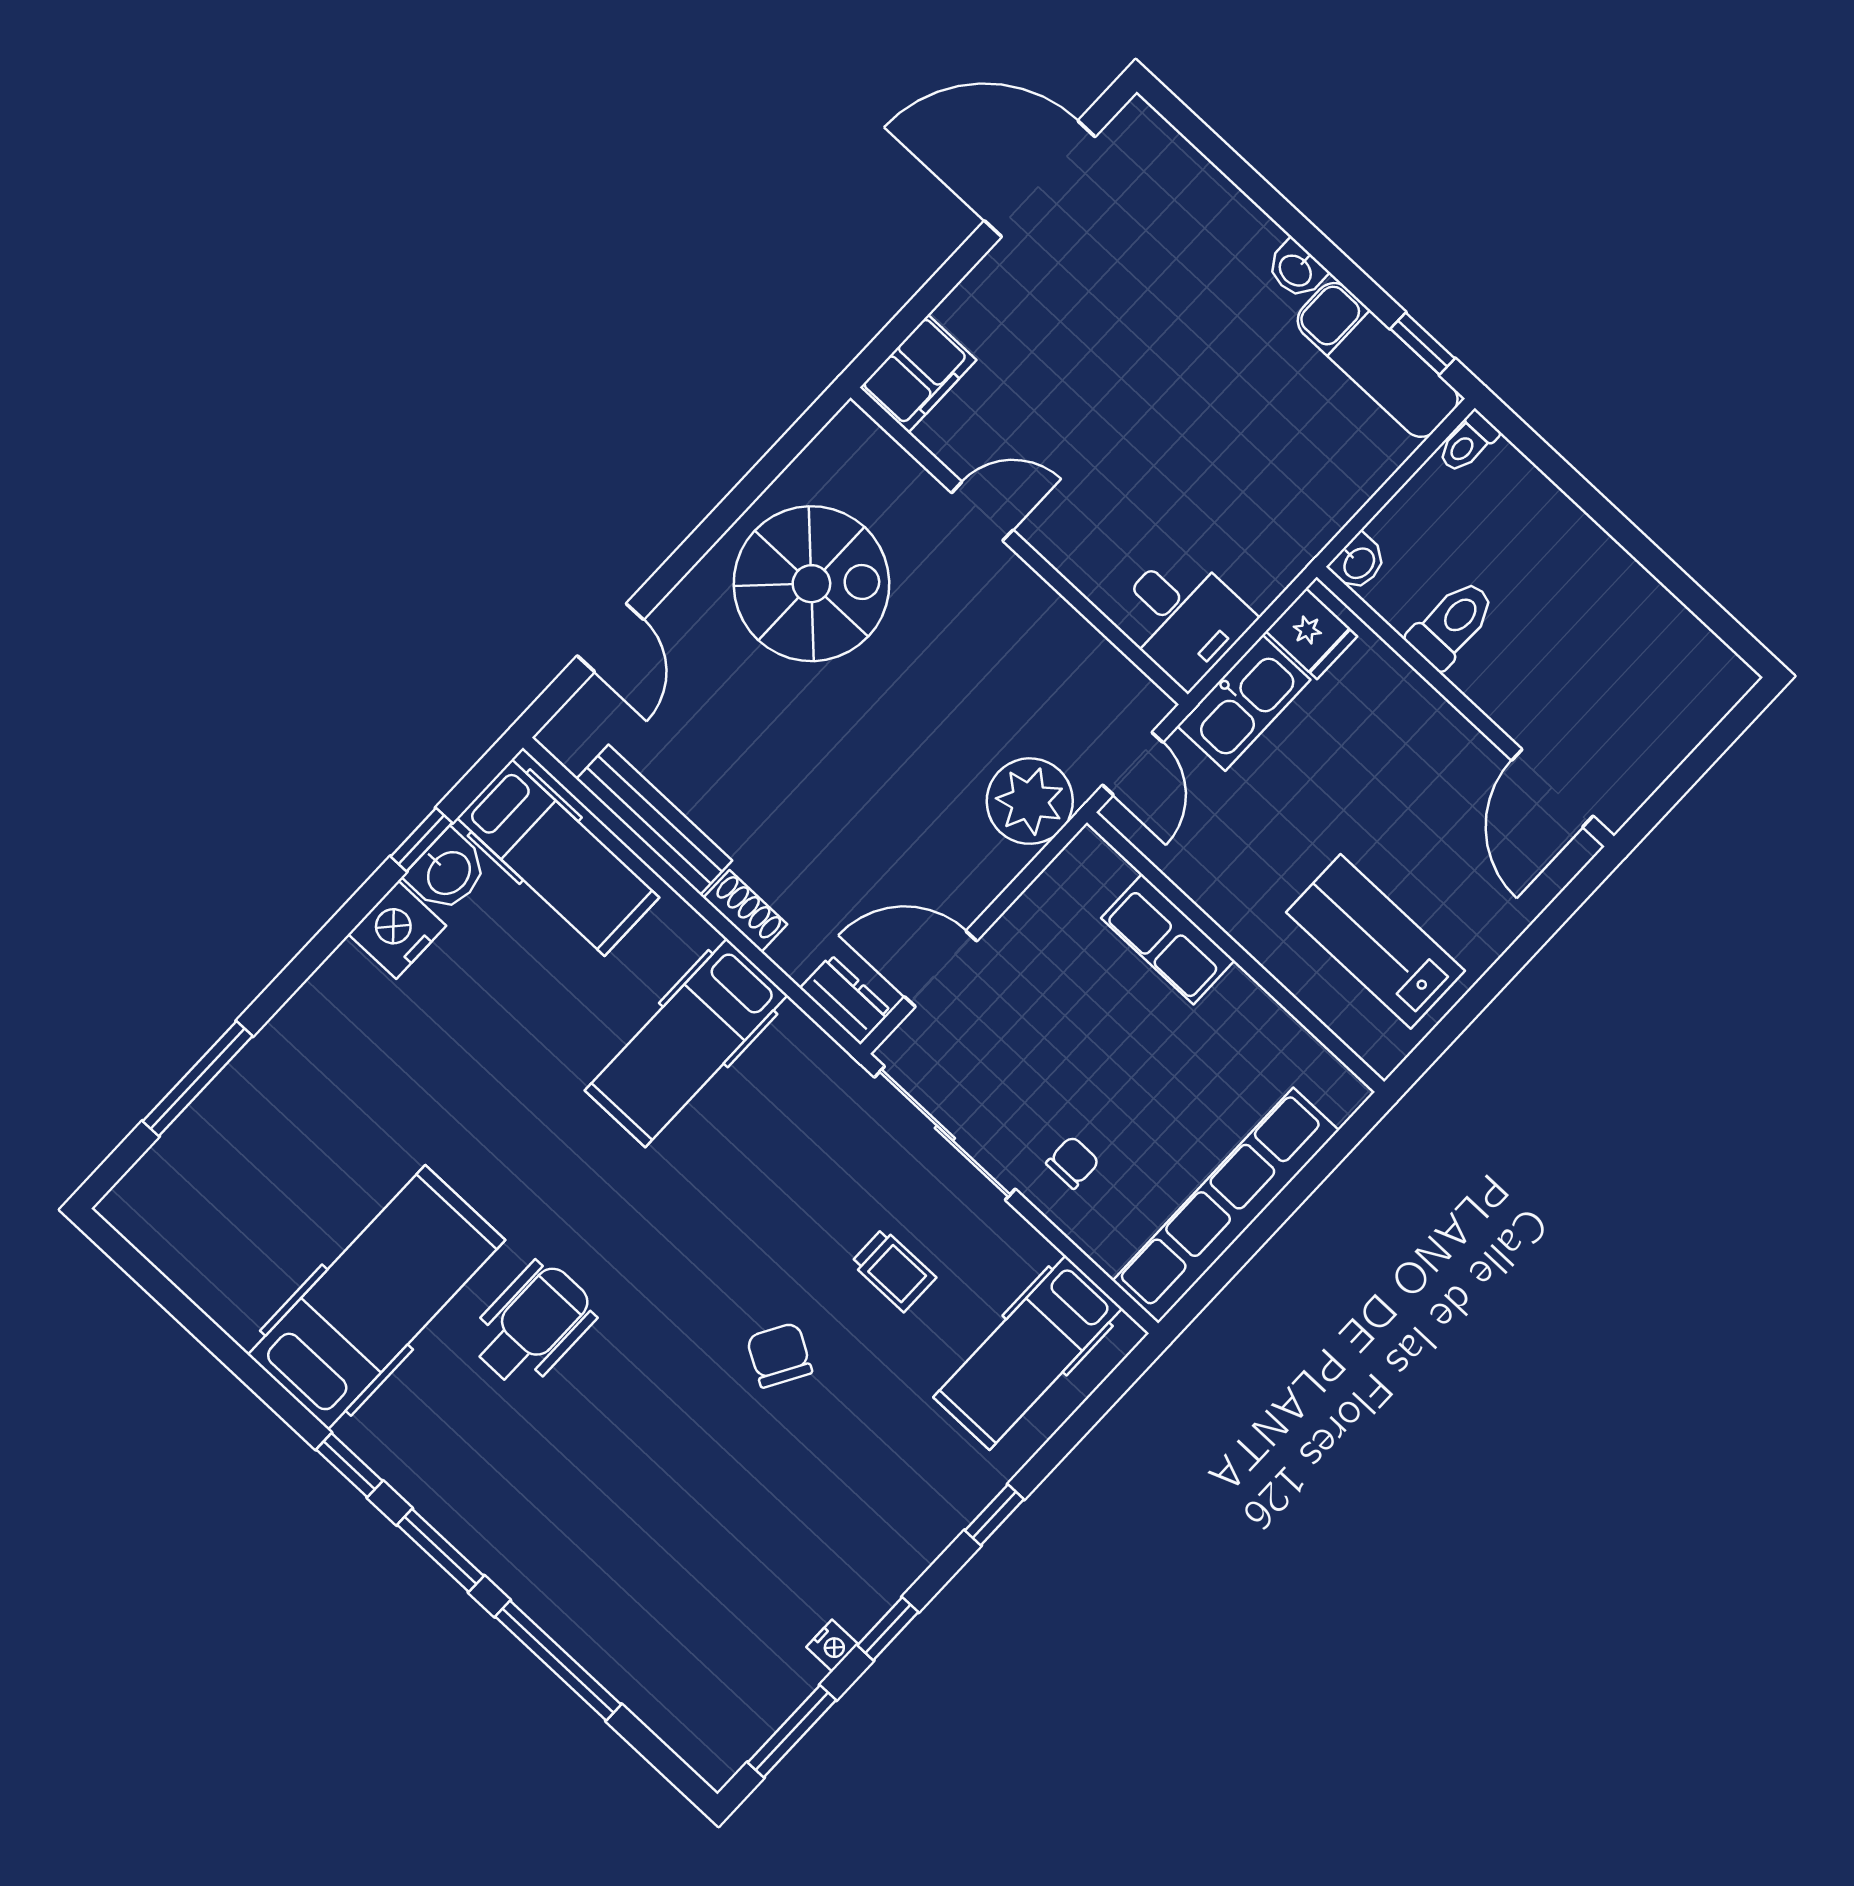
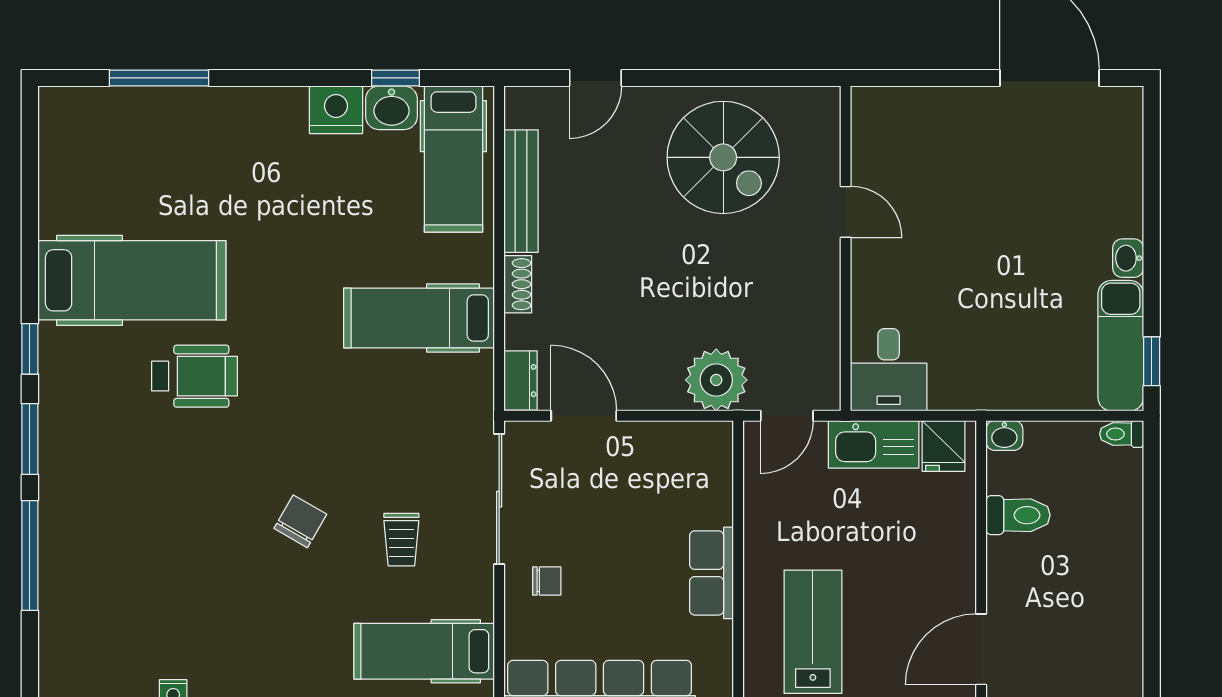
filing cabinet: (918, 374) -> (887, 110), removed
row of seats: (1168, 939) -> (711, 573), moved

